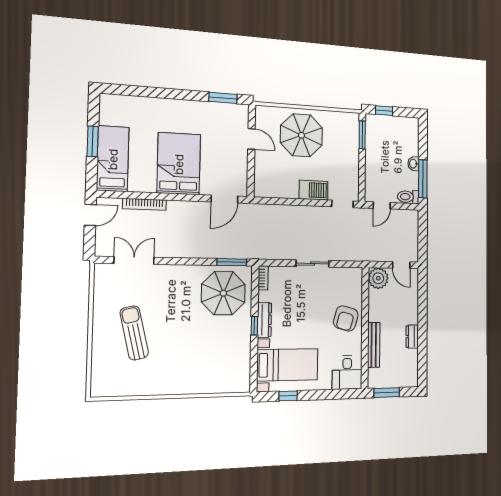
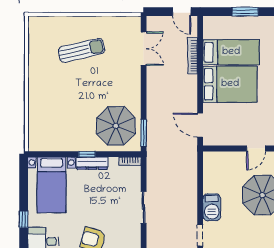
bed: (113, 159) -> (231, 52), moved
window: (288, 396) -> (24, 219), moved

